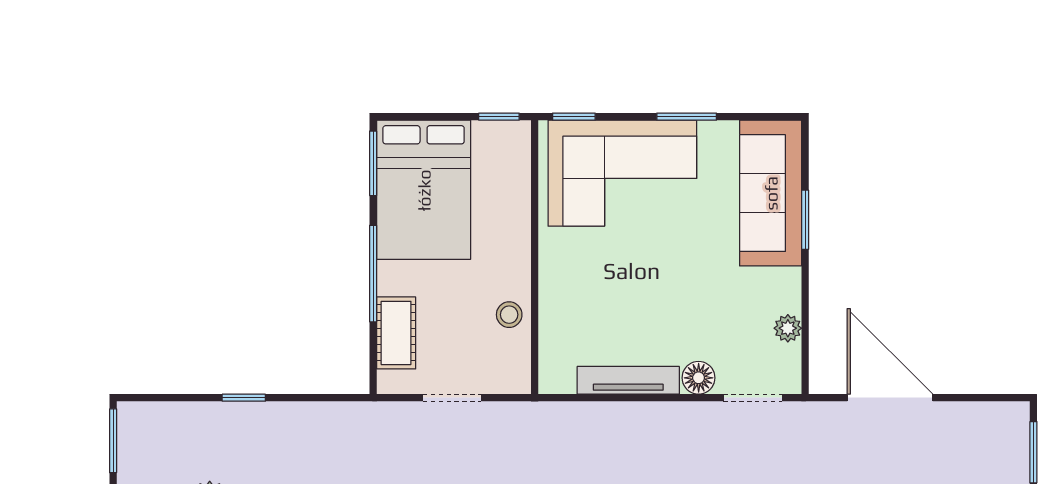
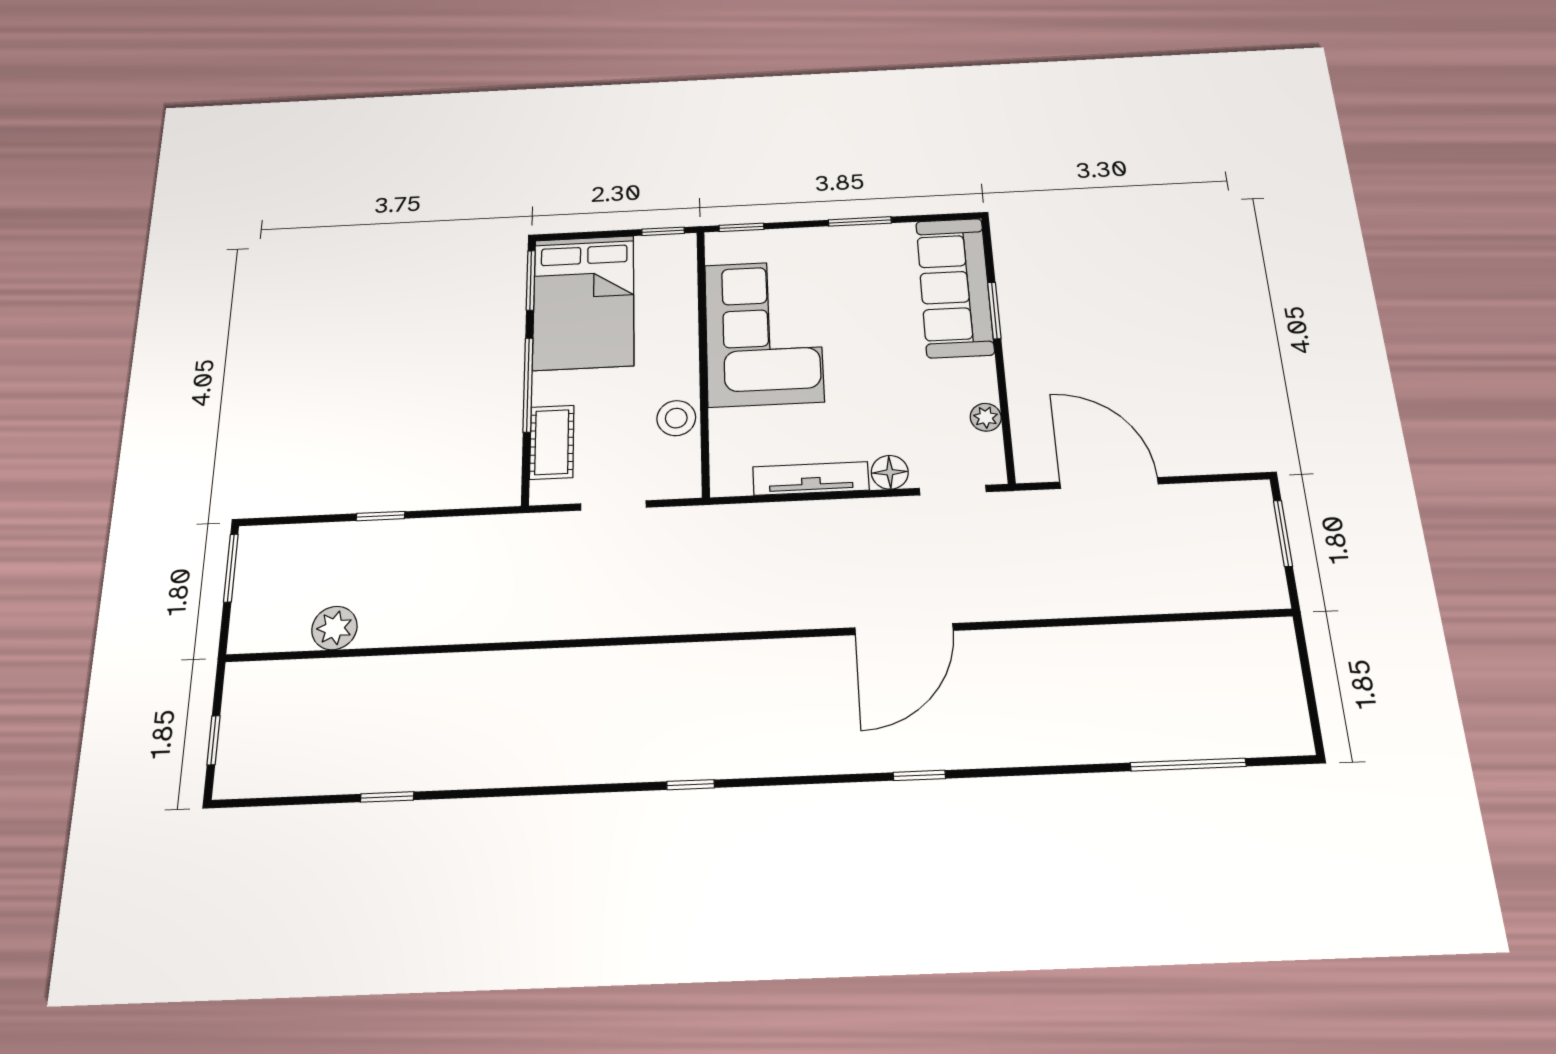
corner sofa: (622, 173) -> (764, 333), moved, turned -90
stool: (509, 315) -> (676, 418), width x1.37, depth x1.37

